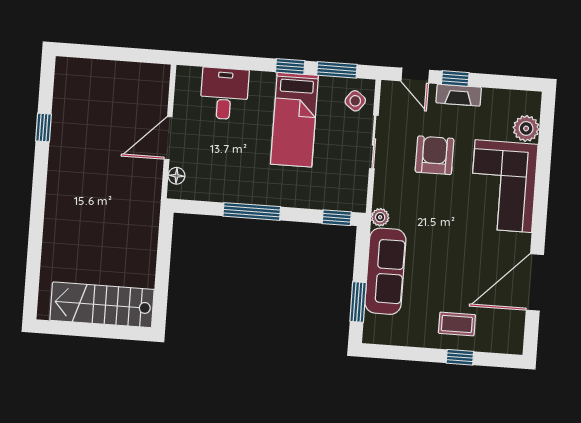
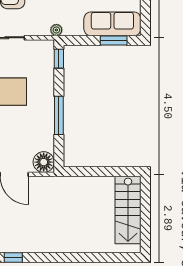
floor lamp: (177, 176) -> (44, 162), width x1.89, depth x1.89
sofa: (385, 271) -> (112, 24), moved

